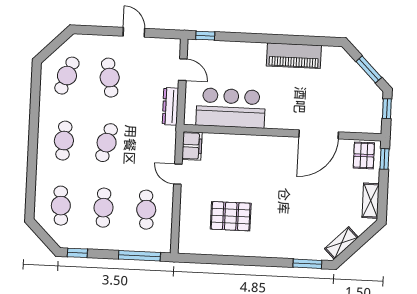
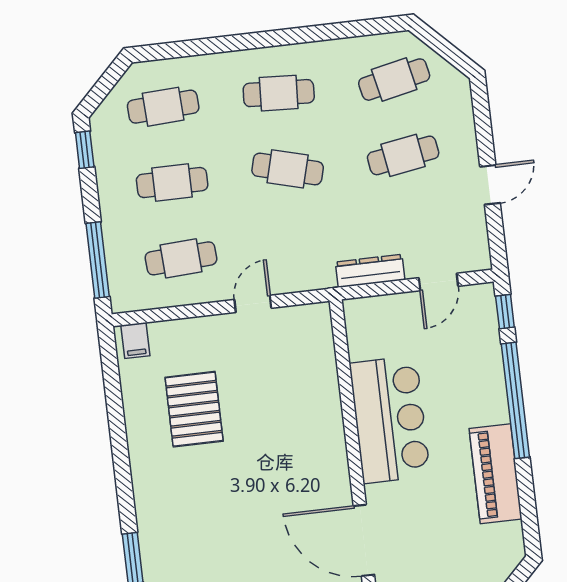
window: (255, 38) -> (515, 400), added
cafe table: (67, 76) -> (394, 80), turned -33
bar counter: (231, 108) -> (390, 420), moved
filing cabinet: (192, 146) -> (135, 341), moved, width x0.50

